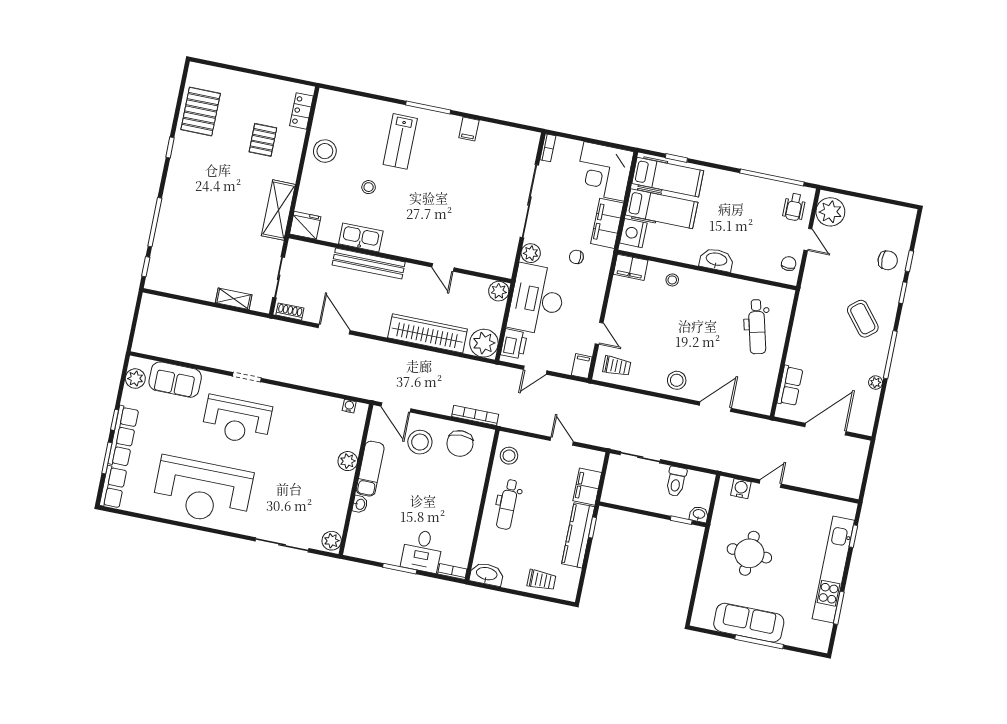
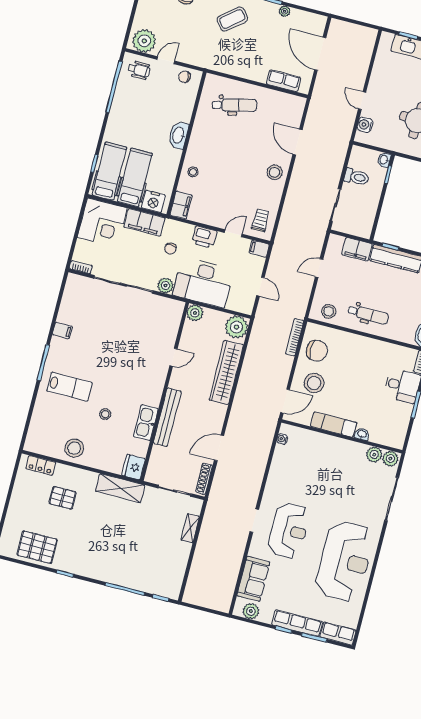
shoe rack: (290, 312) -> (204, 479), width x1.43
printer: (514, 344) -> (204, 237), moved, turned 180
plant: (348, 461) -> (374, 455), moved

